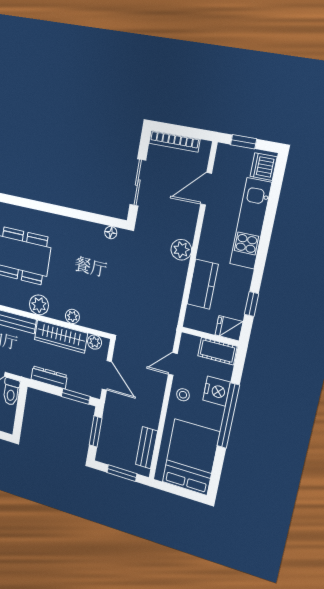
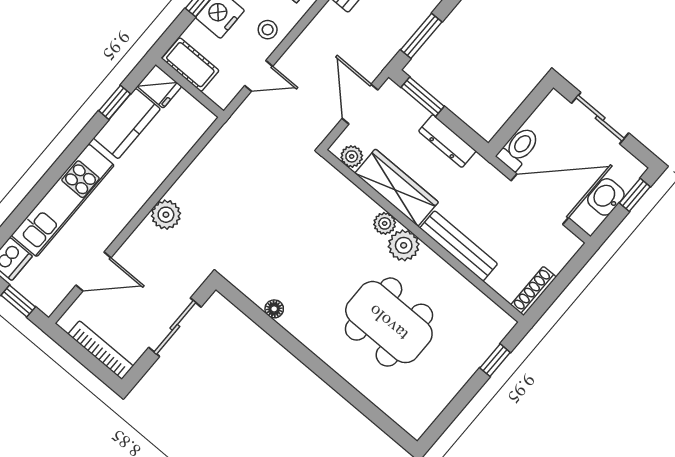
floor lamp: (111, 233) -> (274, 309), moved
kitchen counter: (203, 284) -> (127, 124), moved, turned 180
plant: (72, 316) -> (385, 223), moved

